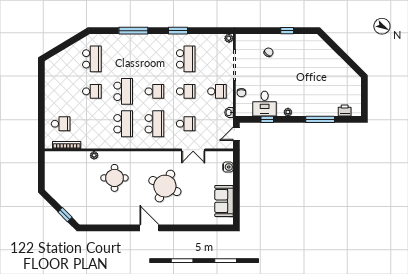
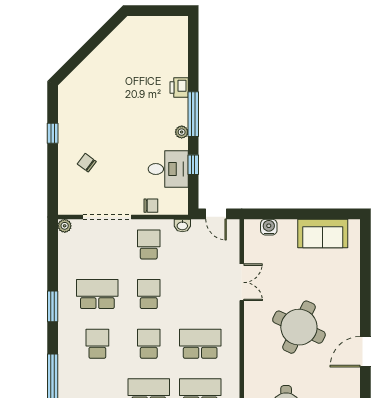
printer: (345, 110) -> (179, 87), moved
window: (320, 119) -> (193, 114), moved
school desk: (186, 124) -> (97, 344), moved

